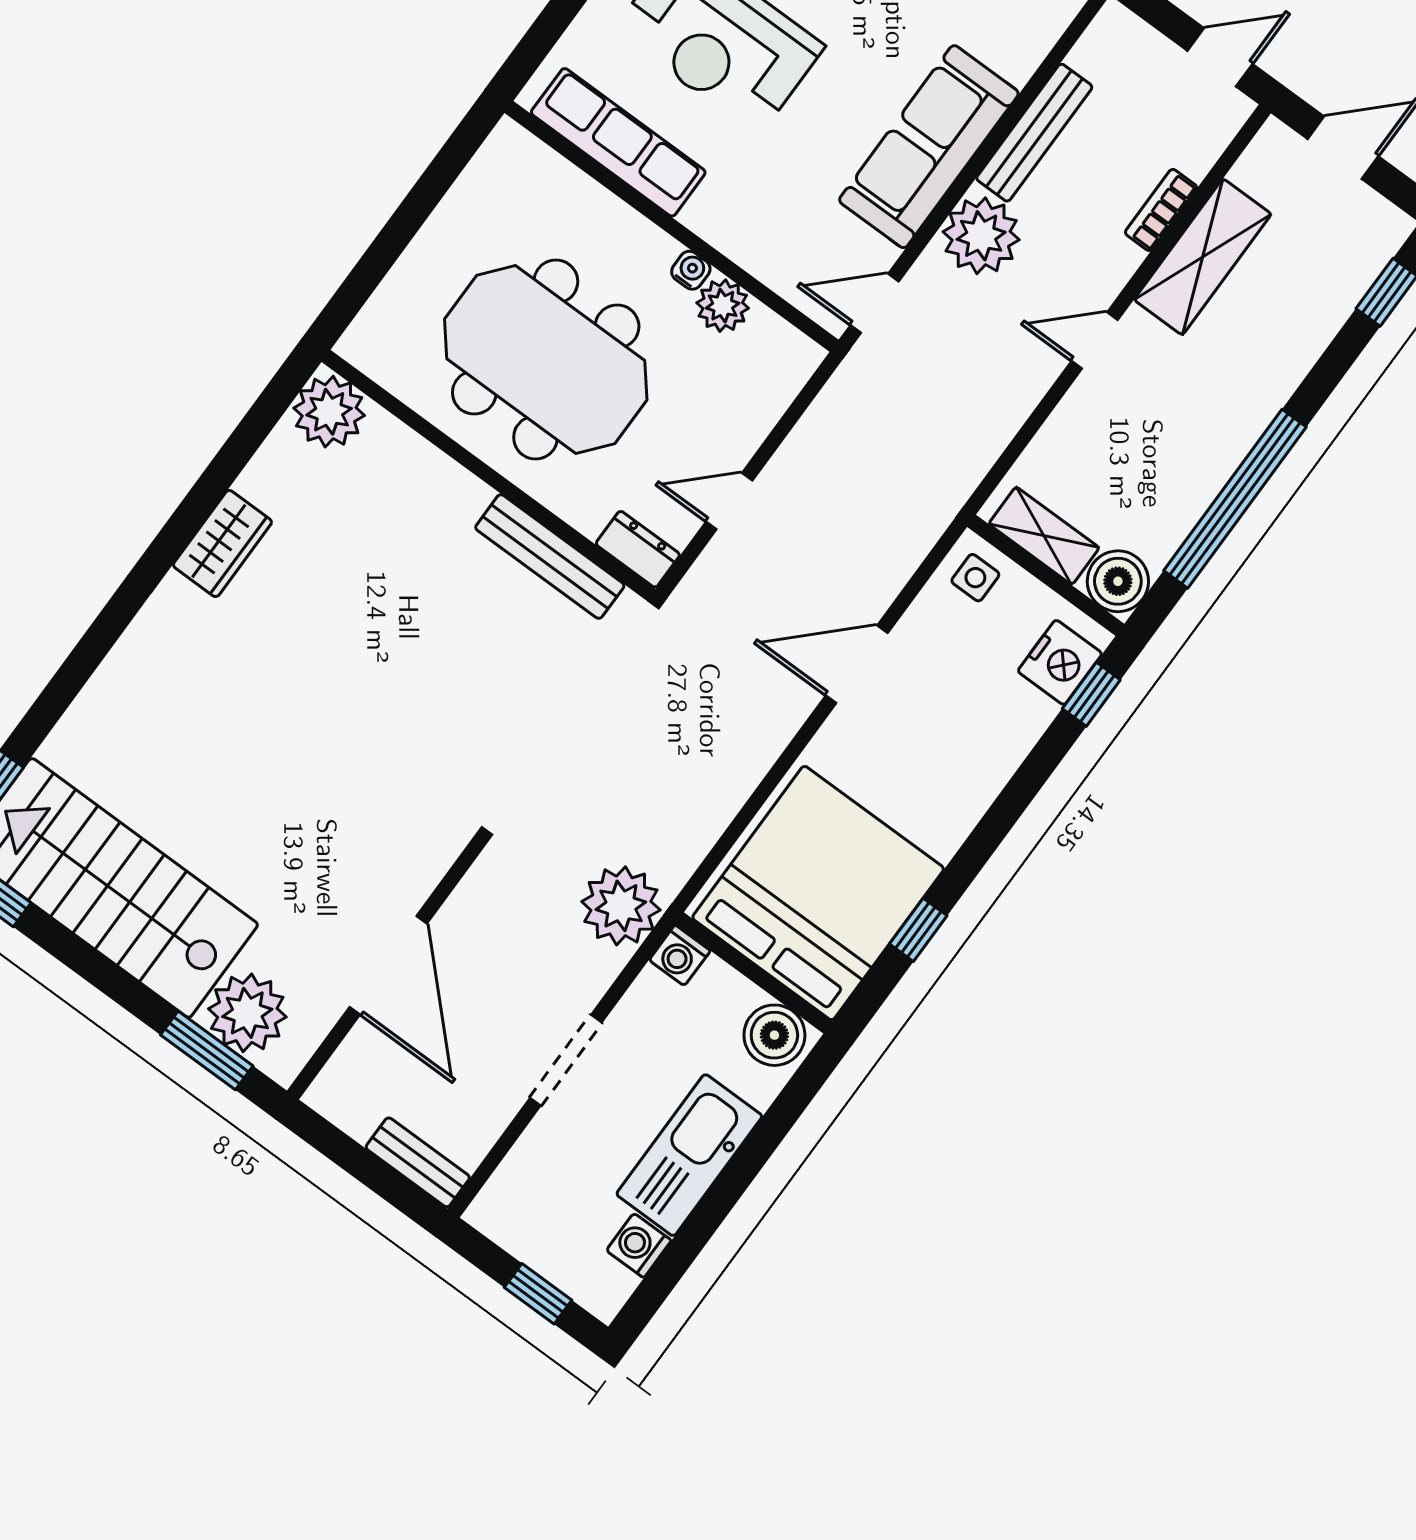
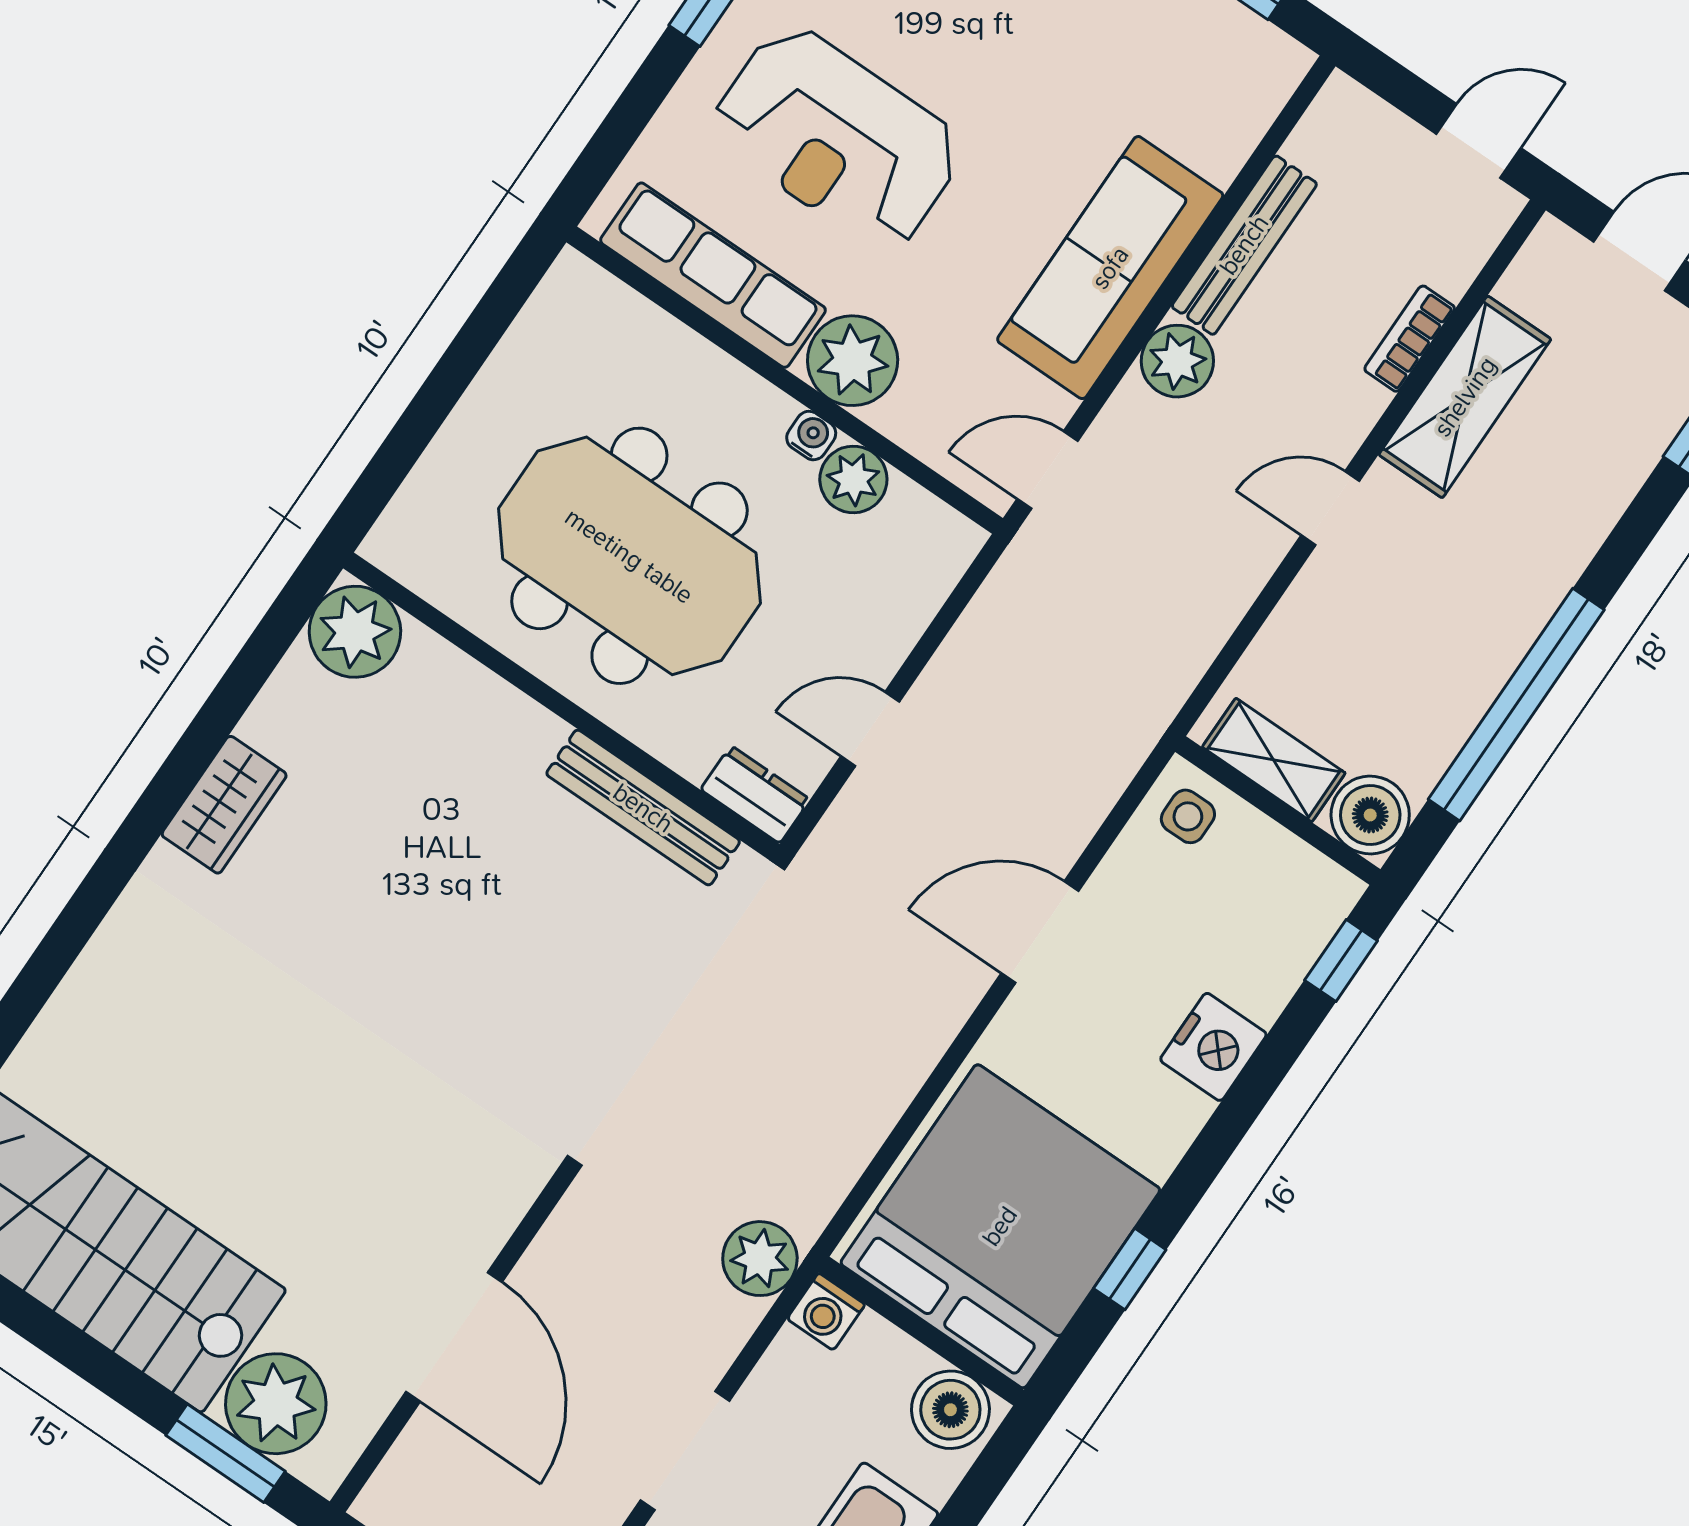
plant: (725, 213) -> (853, 361), added
plant: (981, 236) -> (1177, 361), width x0.73, depth x0.73
nightstand: (1060, 662) -> (1213, 1047), moved
plant: (621, 906) -> (760, 1259), width x0.73, depth x0.73

